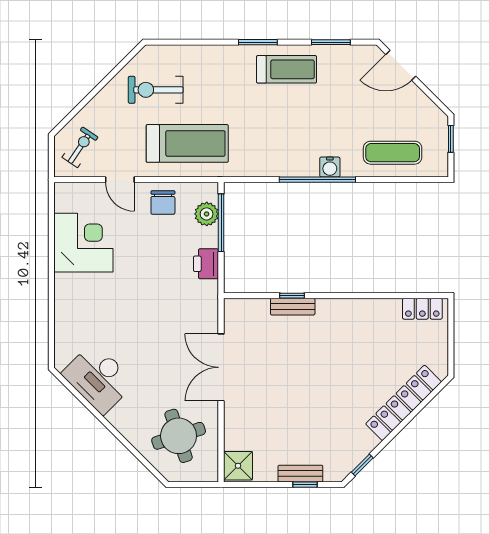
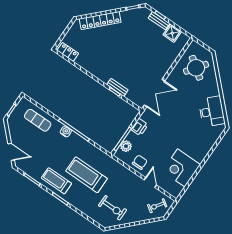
treadmill: (187, 143) -> (87, 175), moved
double door: (221, 367) -> (154, 93), moved
round table: (179, 436) -> (196, 68), turned -36
shower: (238, 466) -> (172, 33), moved

